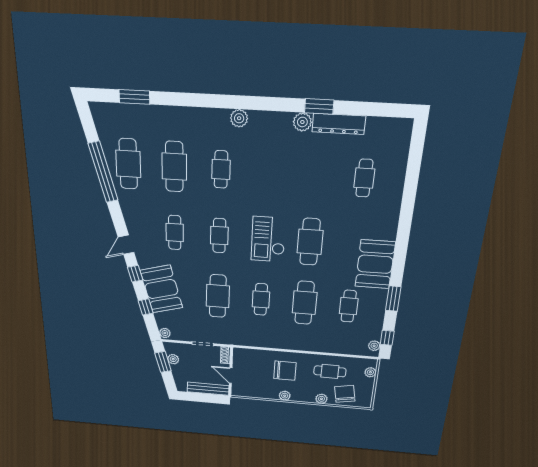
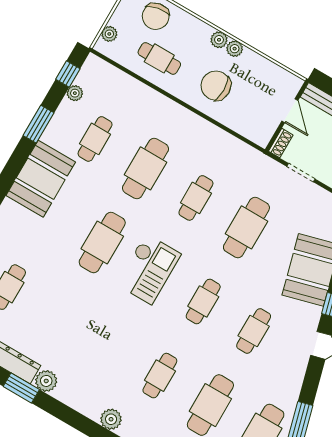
plant: (374, 346) -> (75, 93), moved
plant: (321, 399) -> (219, 40), moved

